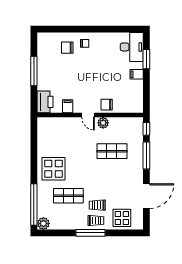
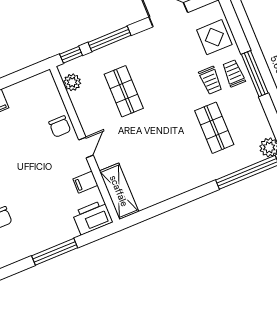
plant: (103, 123) -> (72, 82), moved
shelving: (54, 124) -> (119, 191), added
display table: (53, 169) -> (184, 165), removed

